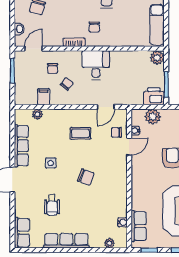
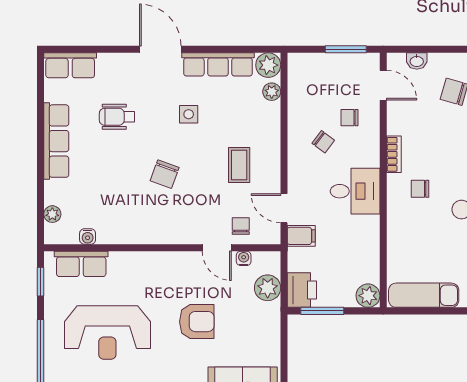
filing cabinet: (44, 97) -> (301, 236), moved
plant: (22, 116) -> (268, 65), added

